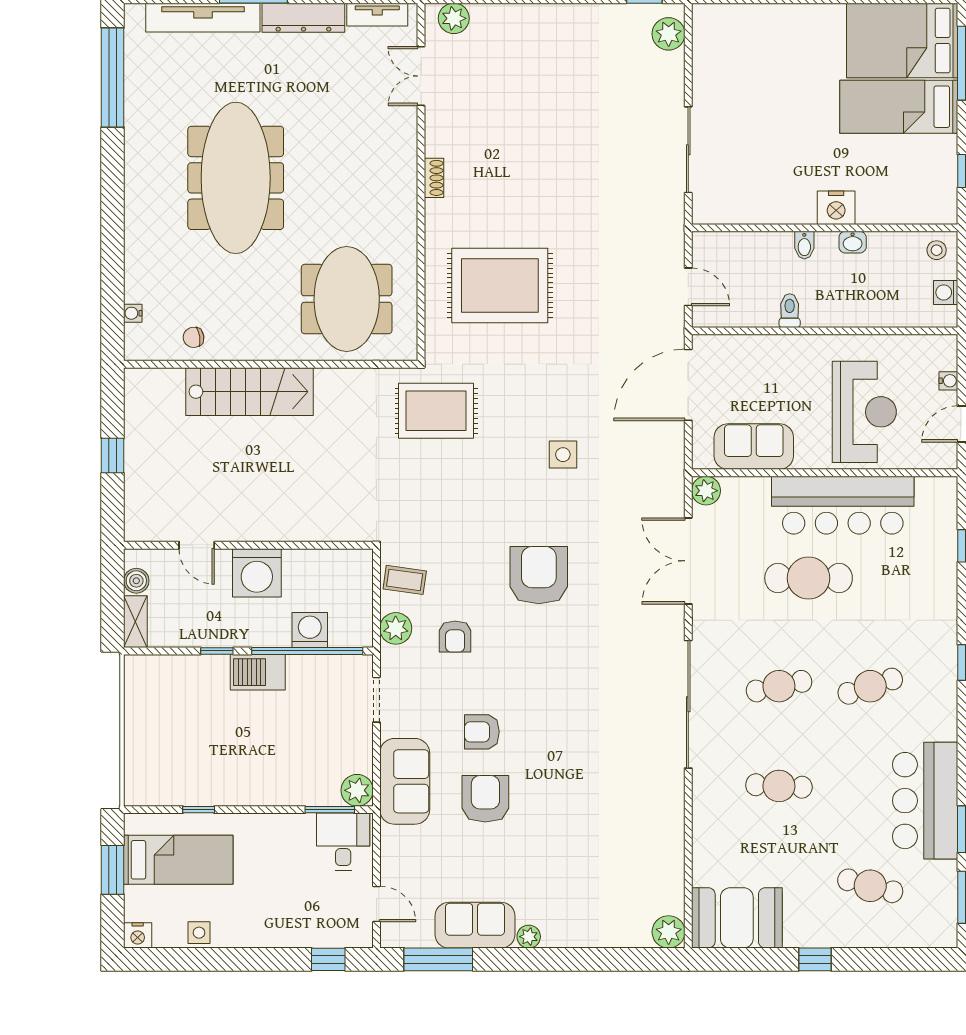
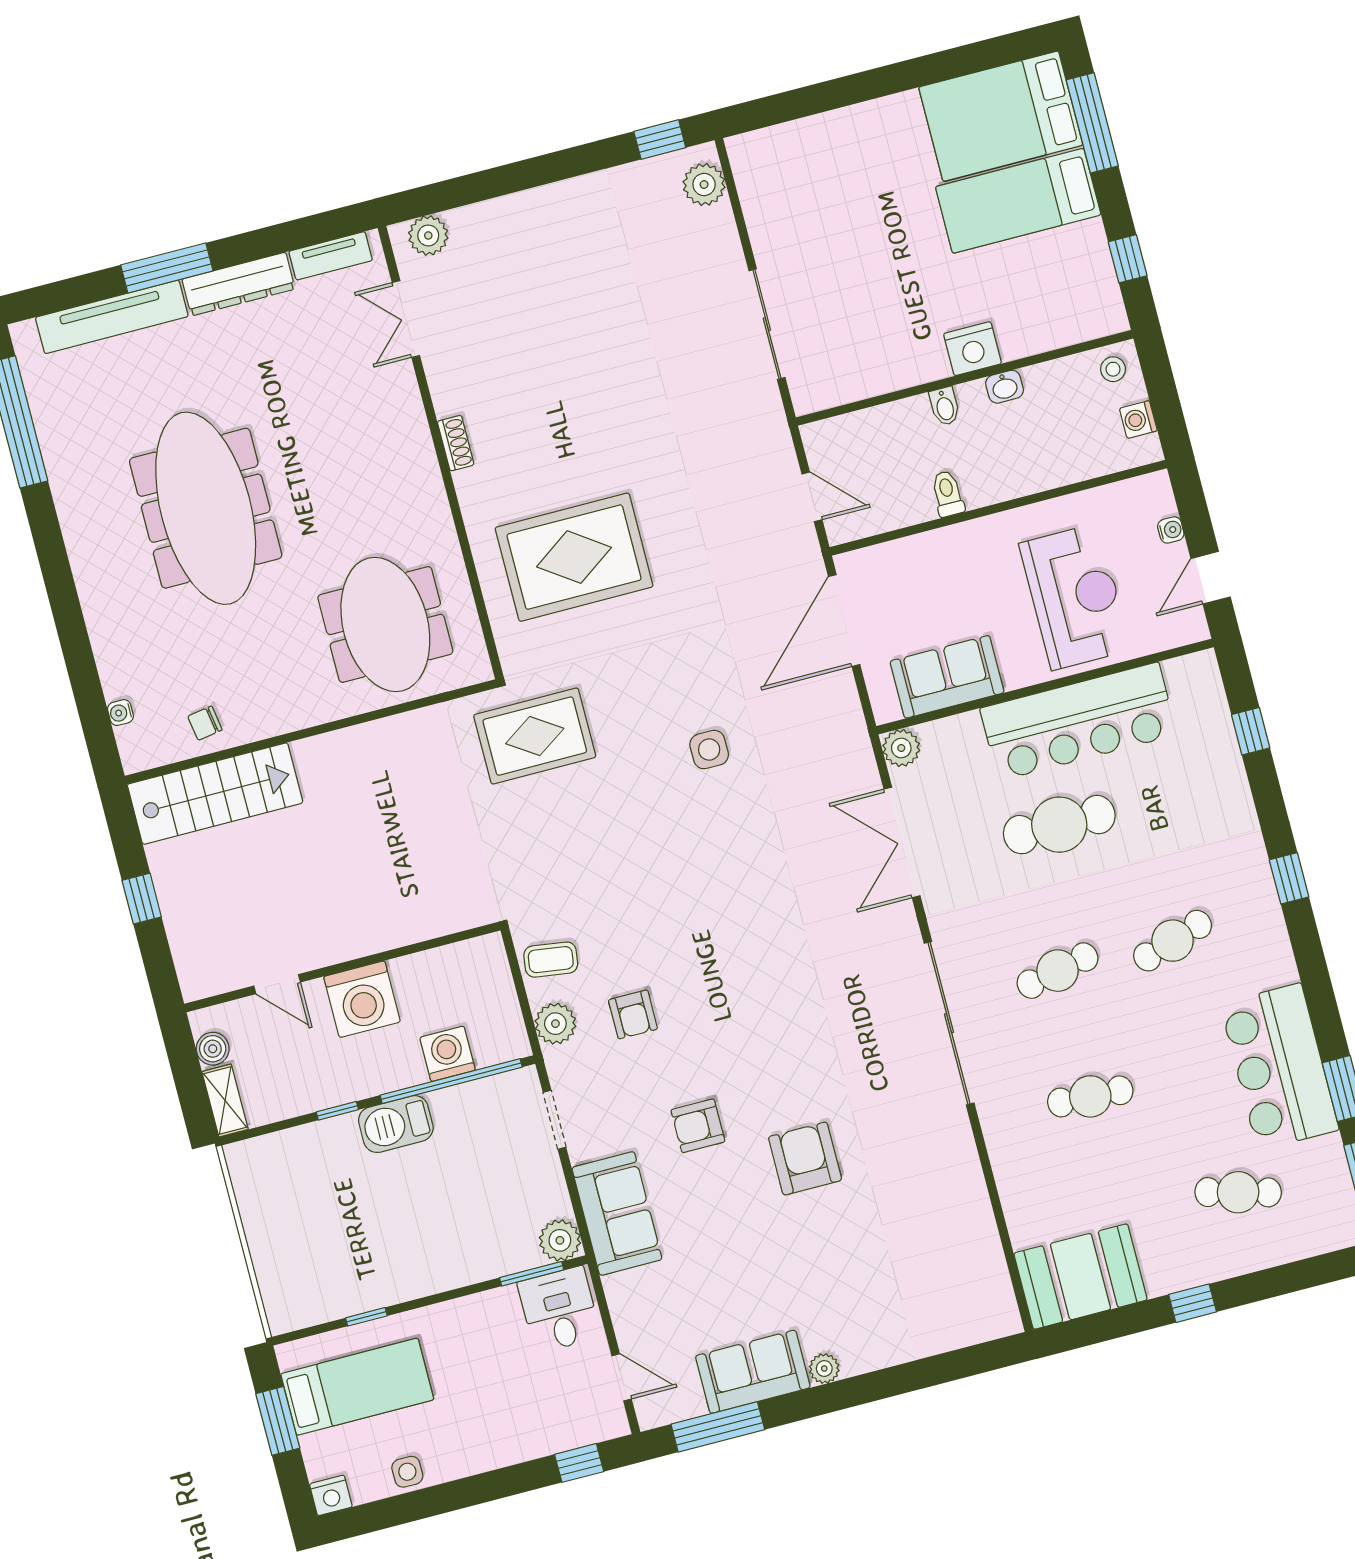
stairs: (249, 392) -> (215, 794), moved
armchair: (539, 575) -> (718, 910), removed
armchair: (485, 799) -> (805, 1159), moved
plant: (669, 932) -> (999, 1317), removed

